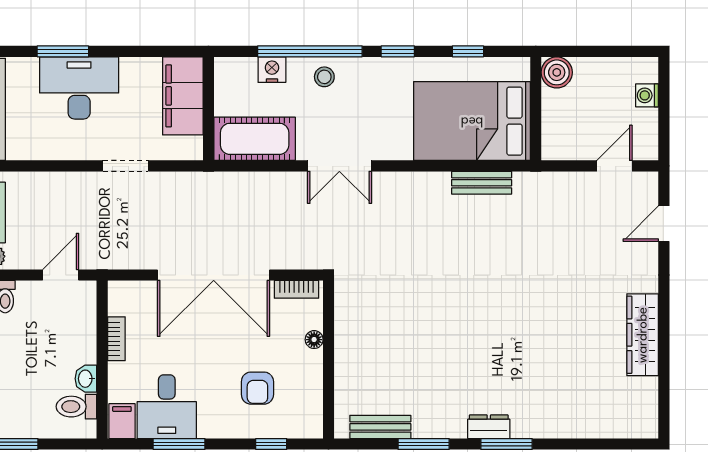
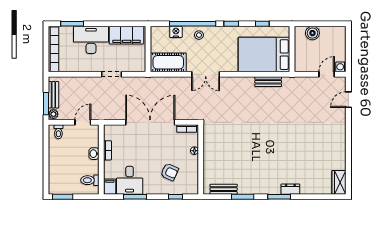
window: (63, 51) -> (72, 24), moved
boiler: (557, 72) -> (312, 33), moved
washing machine: (647, 95) -> (341, 67), moved
filing cabinet: (183, 96) -> (127, 35), moved, turned -90
double door: (214, 275) -> (150, 122), swing flipped
wardrobe: (643, 335) -> (339, 182), moved, width x0.67
washbasin: (86, 379) -> (94, 154), moved
armchair: (257, 388) -> (170, 172), turned -66
dresser: (489, 427) -> (290, 189), moved

